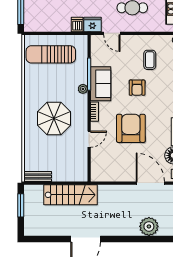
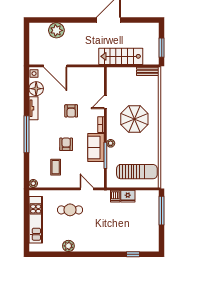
fridge: (92, 25) -> (128, 196), moved
armchair: (131, 128) -> (71, 111), width x0.53, depth x0.53

